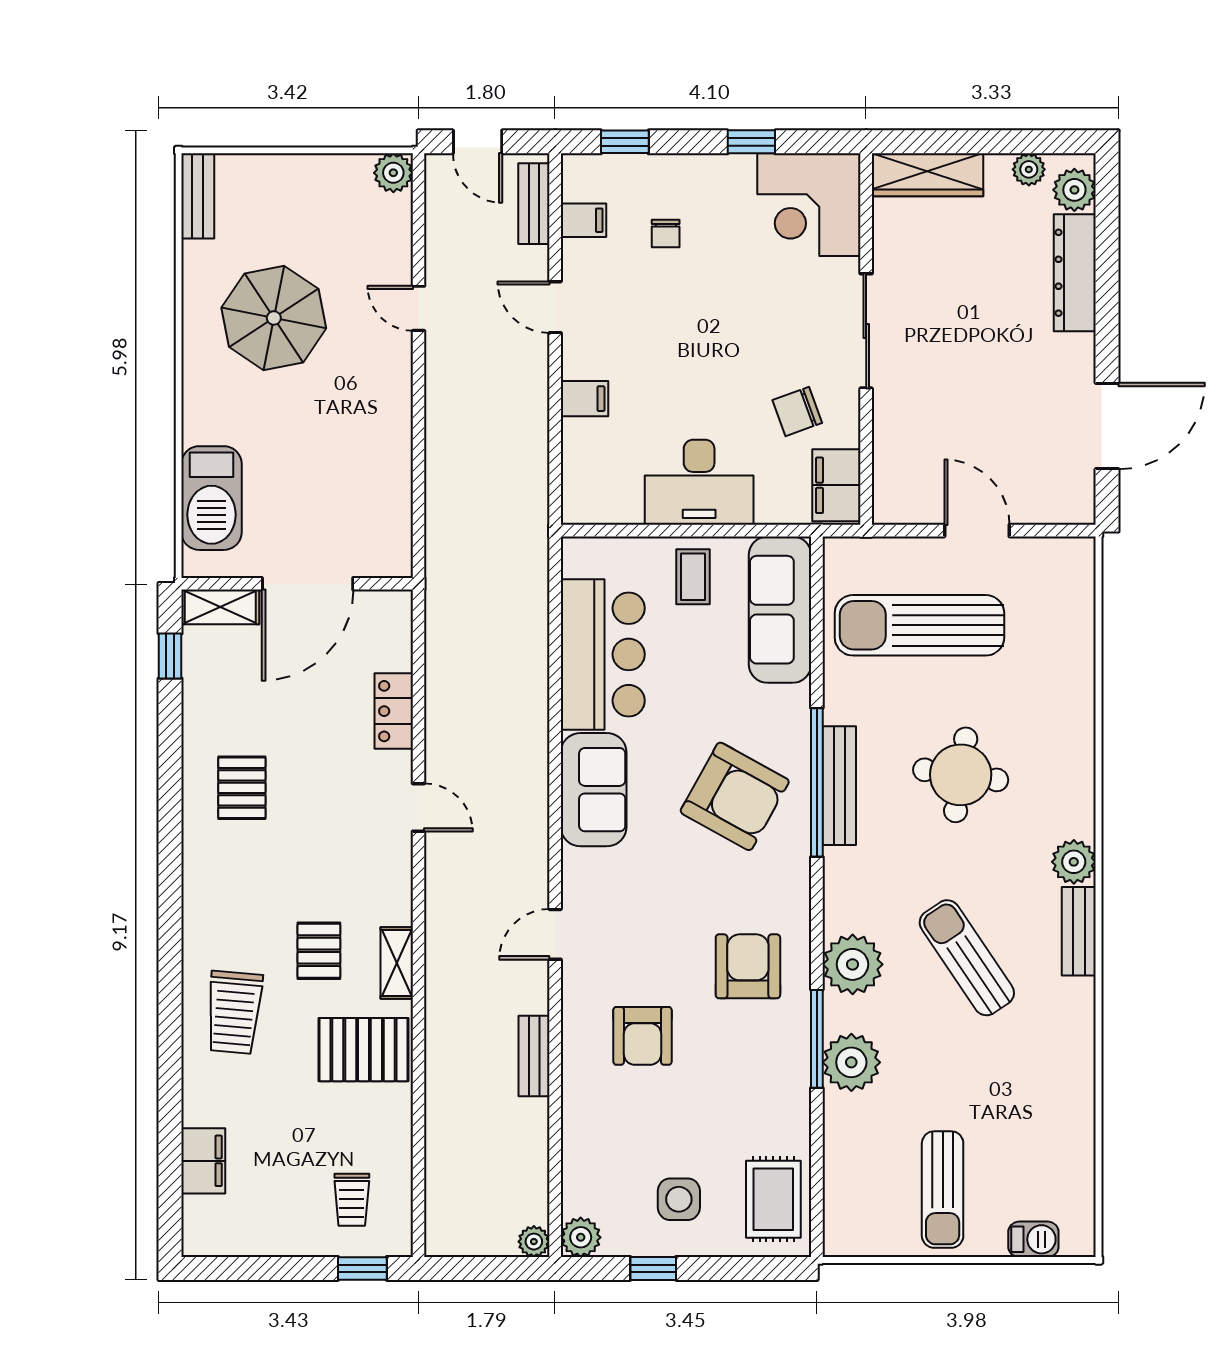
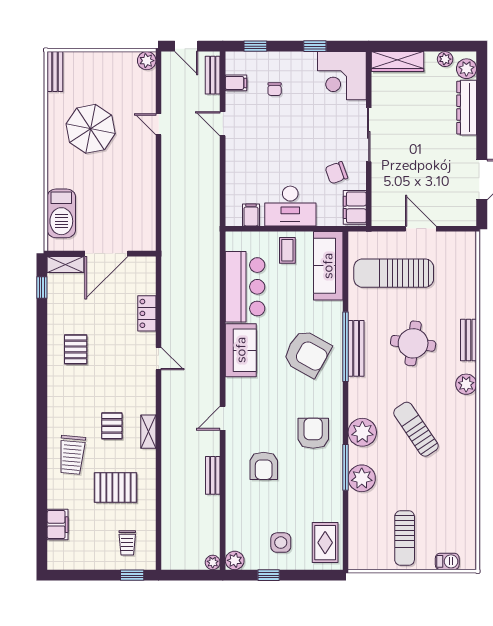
filing cabinet: (584, 399) -> (251, 215), moved, turned -90
bench: (1079, 931) -> (469, 340), moved
pallet: (364, 1050) -> (115, 487), moved

